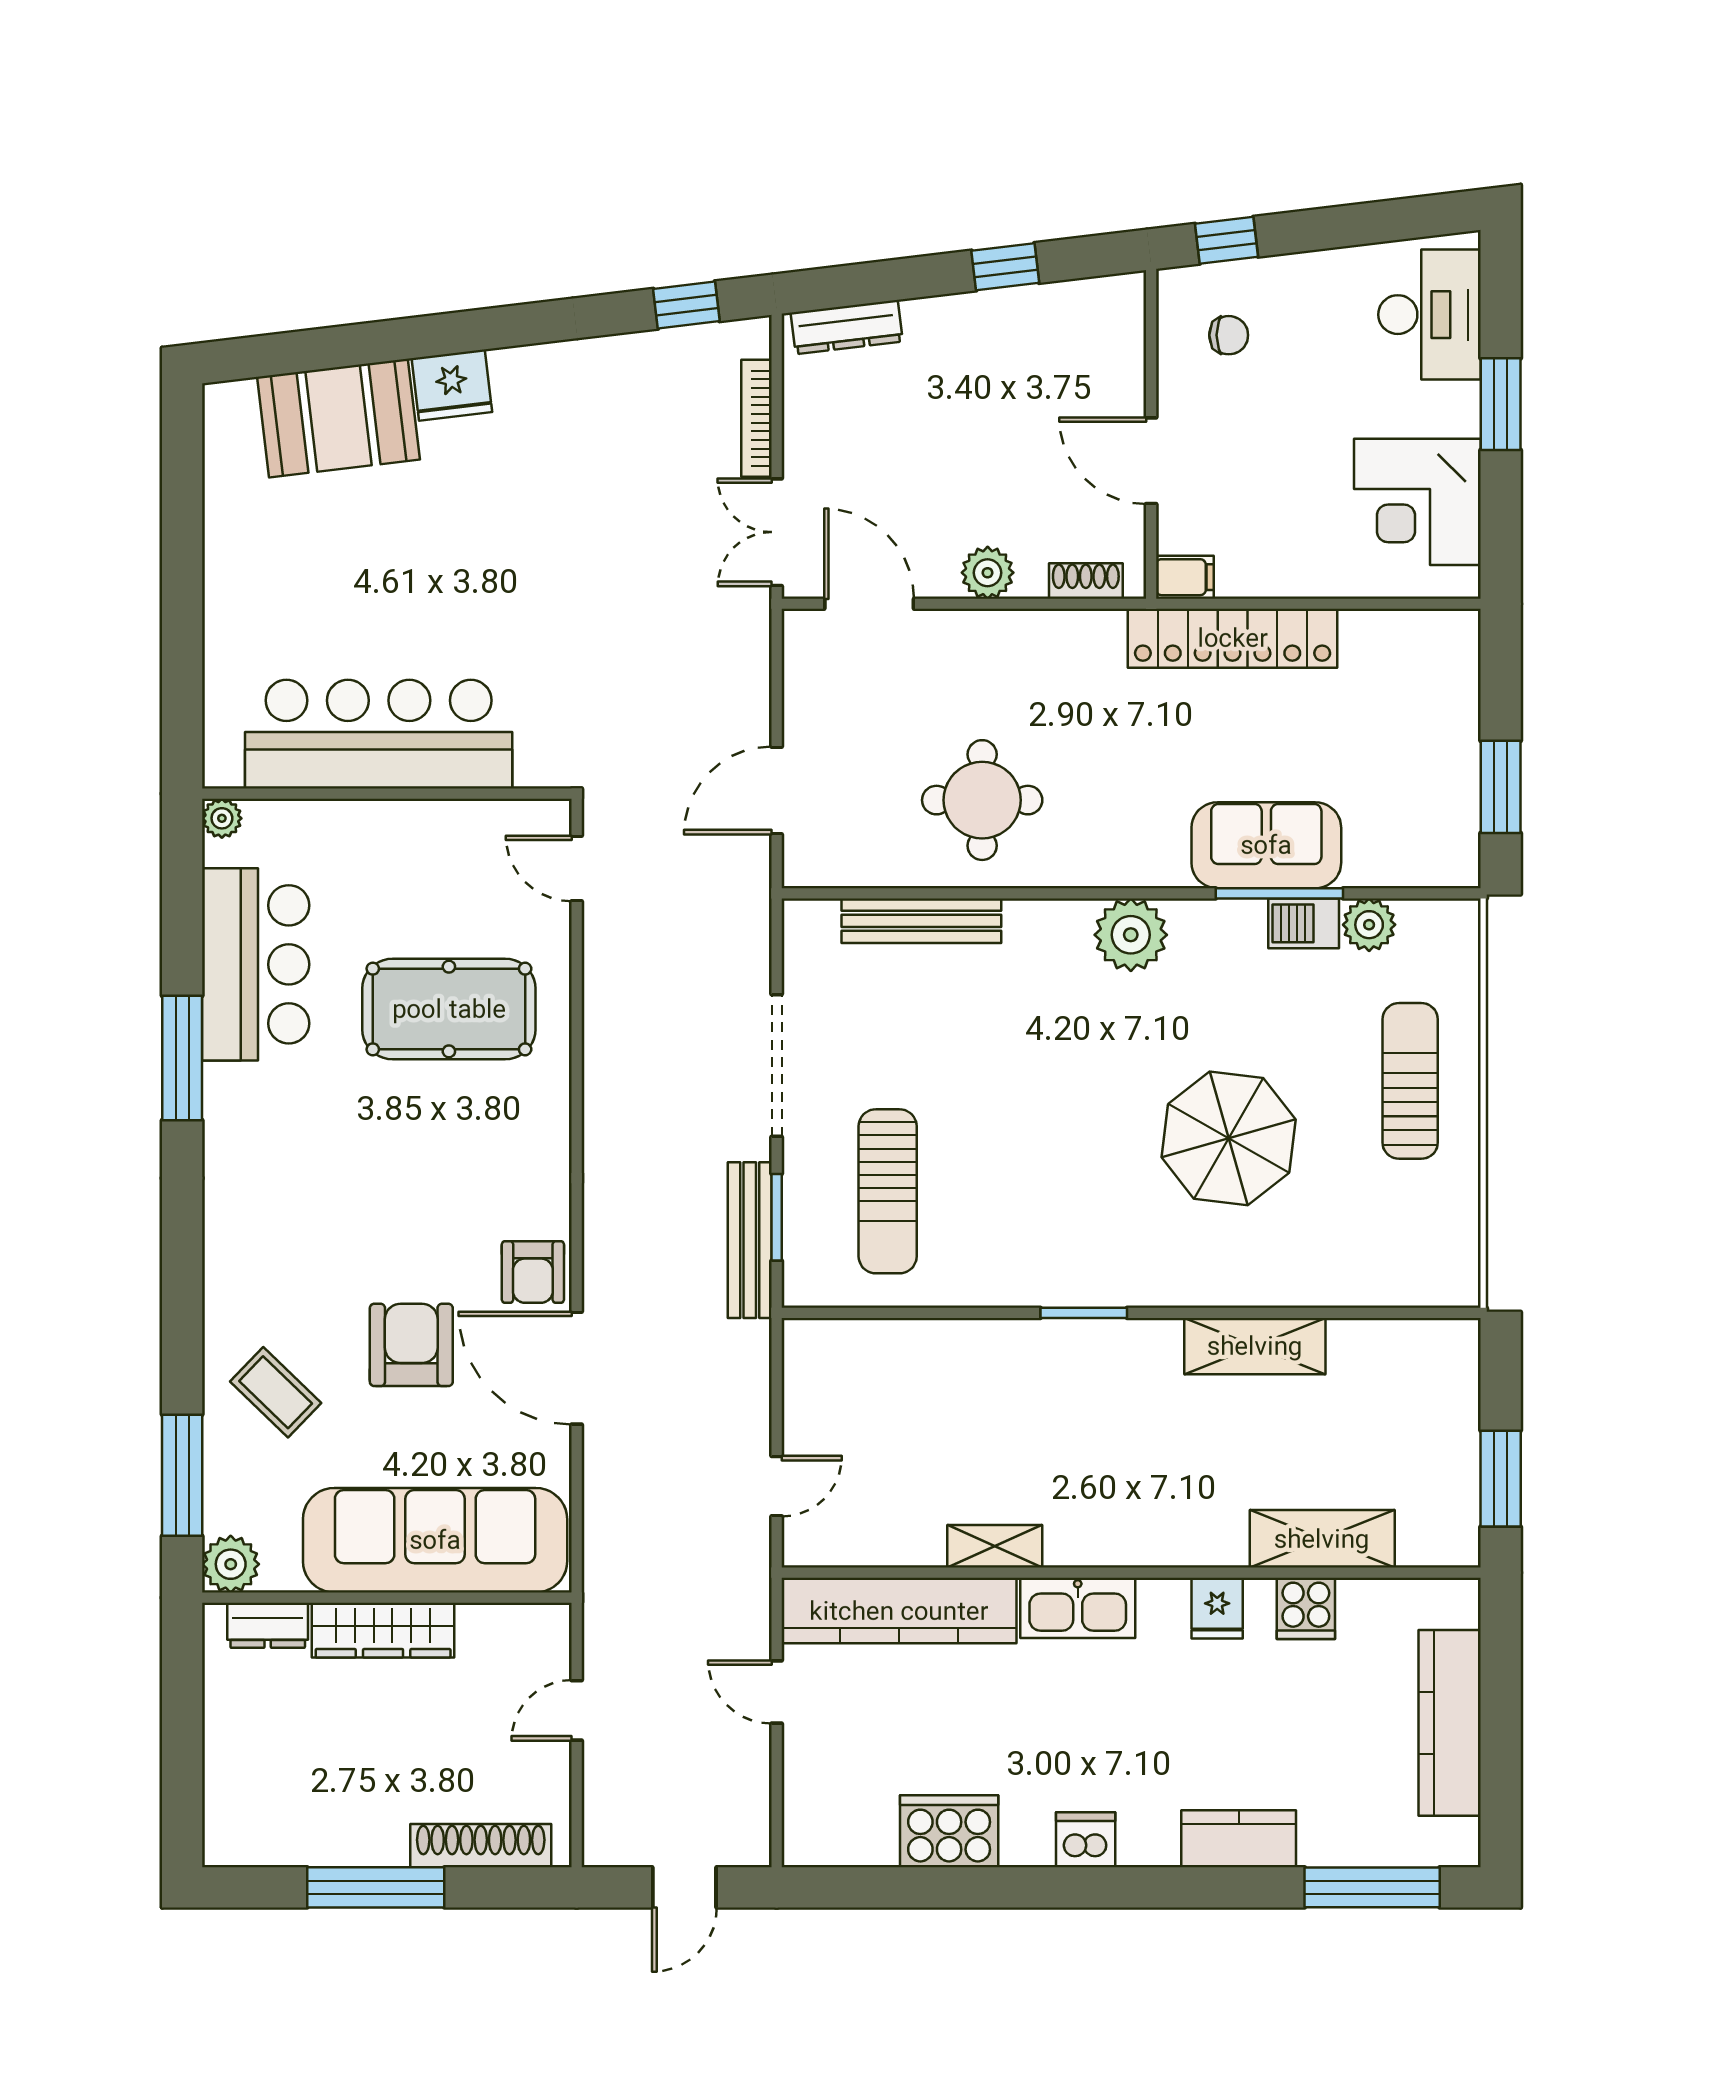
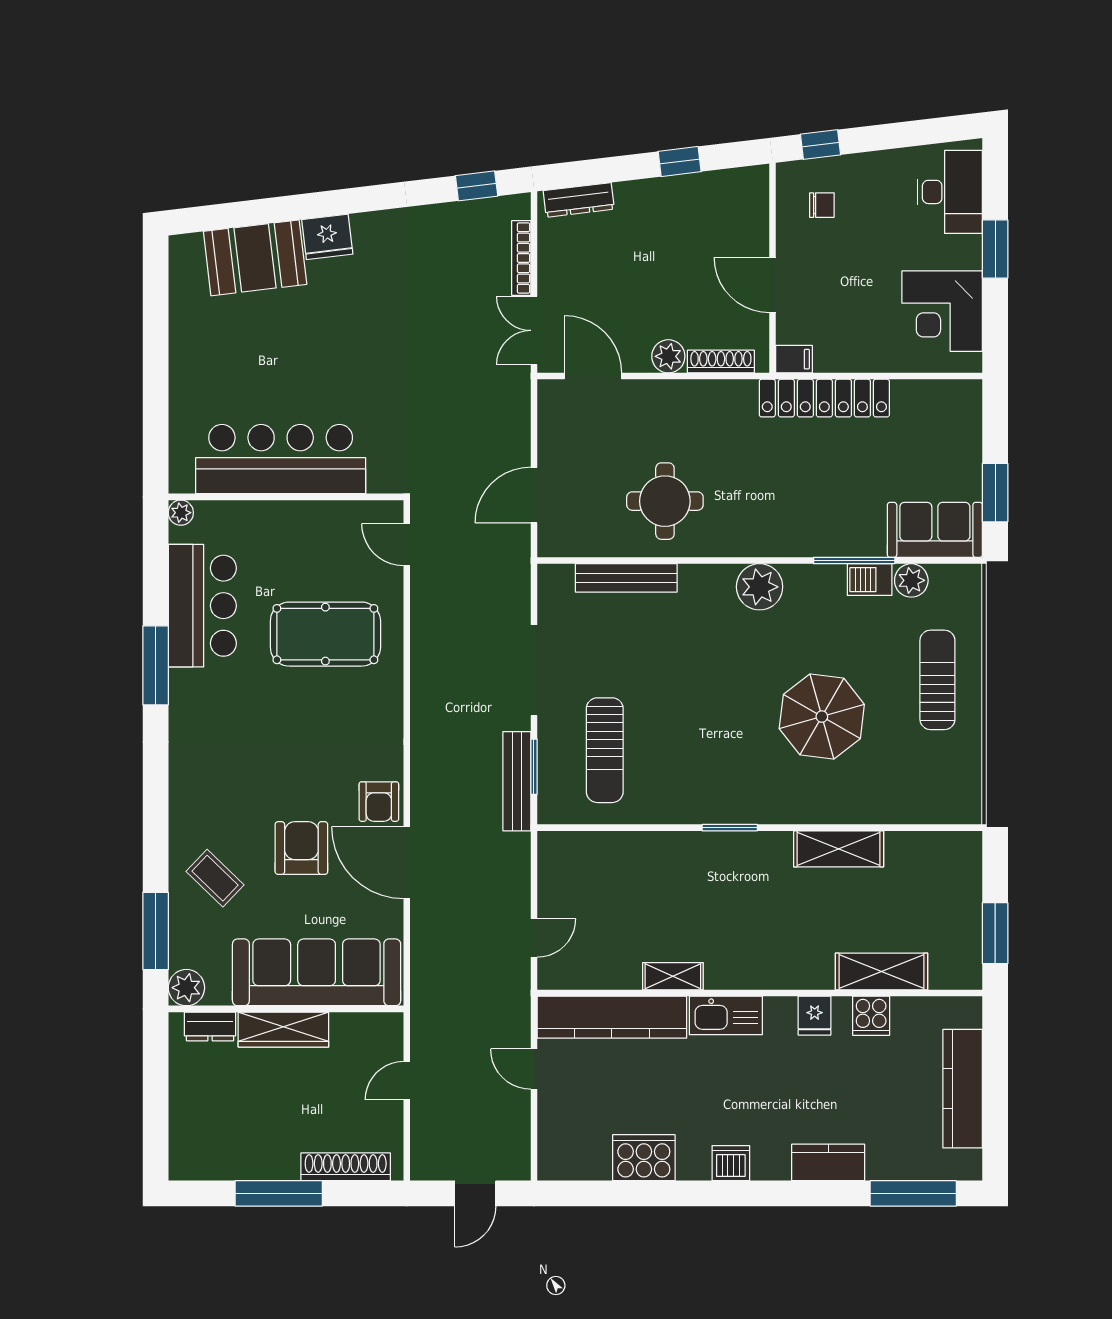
shoe rack: (1086, 581) -> (721, 362), width x1.43
sofa: (1266, 845) -> (935, 530), moved

